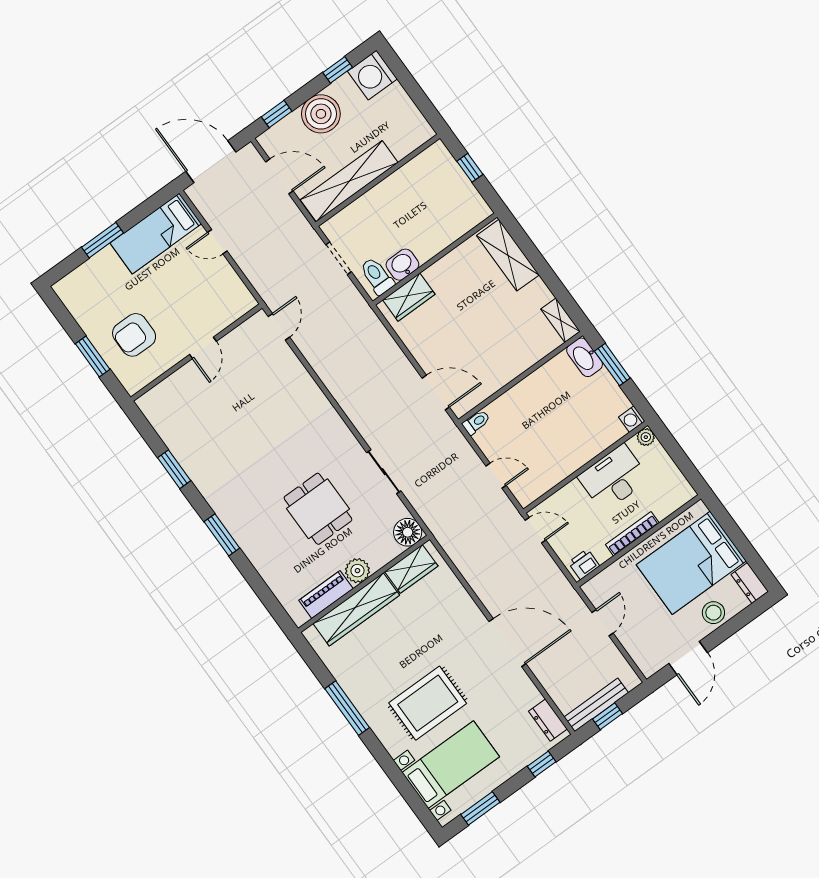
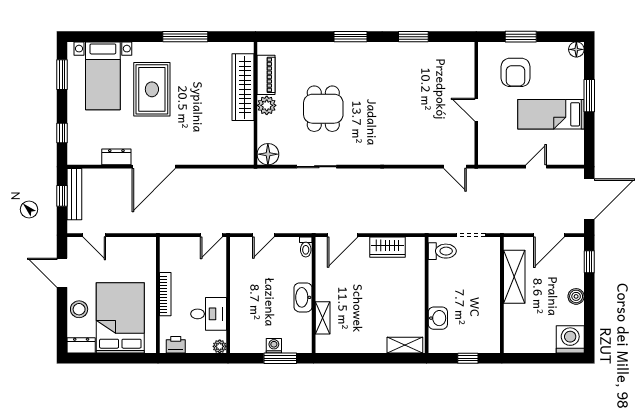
window: (338, 70) -> (589, 320), removed
boiler: (321, 114) -> (576, 296), width x0.54, depth x0.54
shelving: (349, 181) -> (514, 277), width x0.68
bed: (156, 233) -> (551, 114), moved, turned -90
shelving: (508, 255) -> (405, 345), width x0.67, depth x0.75
washbasin: (402, 265) -> (438, 318), moved
floor lamp: (64, 289) -> (576, 49), added
wardrobe: (409, 297) -> (387, 247), moved, turned -90
shelving: (560, 320) -> (323, 318), moved, turned 90
armchair: (134, 335) -> (516, 72), turned 180
washbasin: (585, 357) -> (303, 297), moved, turned -90
washing machine: (632, 419) -> (274, 346), moved
desk: (614, 478) -> (209, 314), width x0.73
dining table: (318, 509) -> (323, 109), turned 90
printer: (584, 564) -> (176, 345), moved, turned -90
wardrobe: (411, 569) -> (243, 140), removed
door: (602, 623) -> (94, 235), moved
dresser: (548, 720) -> (116, 157), moved

